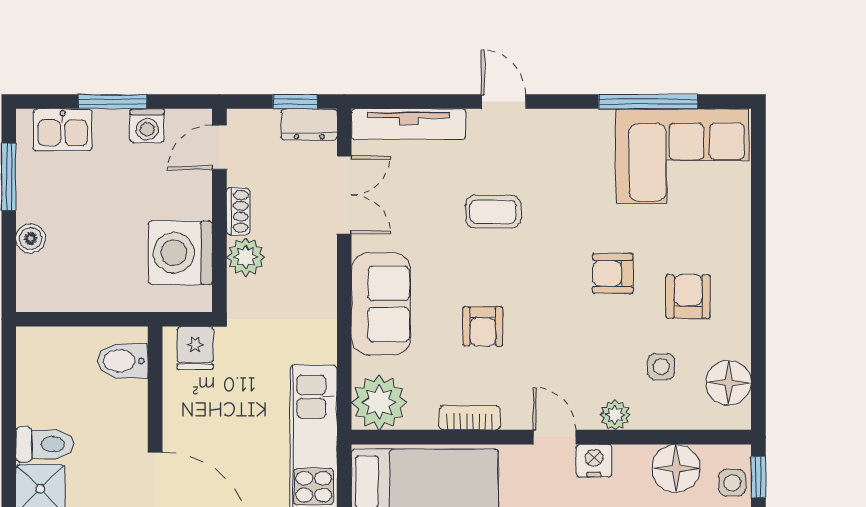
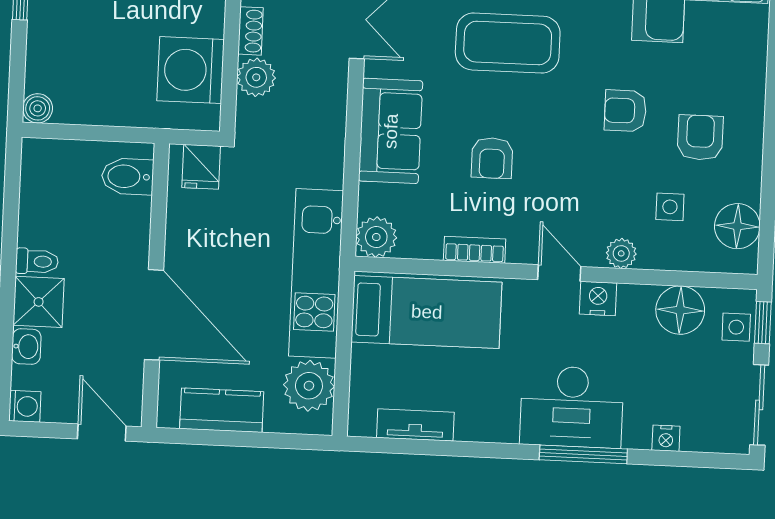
coffee table: (493, 212) -> (508, 43), width x1.86, depth x1.72
boiler: (31, 239) -> (38, 108), moved
plant: (379, 402) -> (376, 237), width x0.73, depth x0.73
toilet: (45, 444) -> (37, 261), width x0.73, depth x0.72

